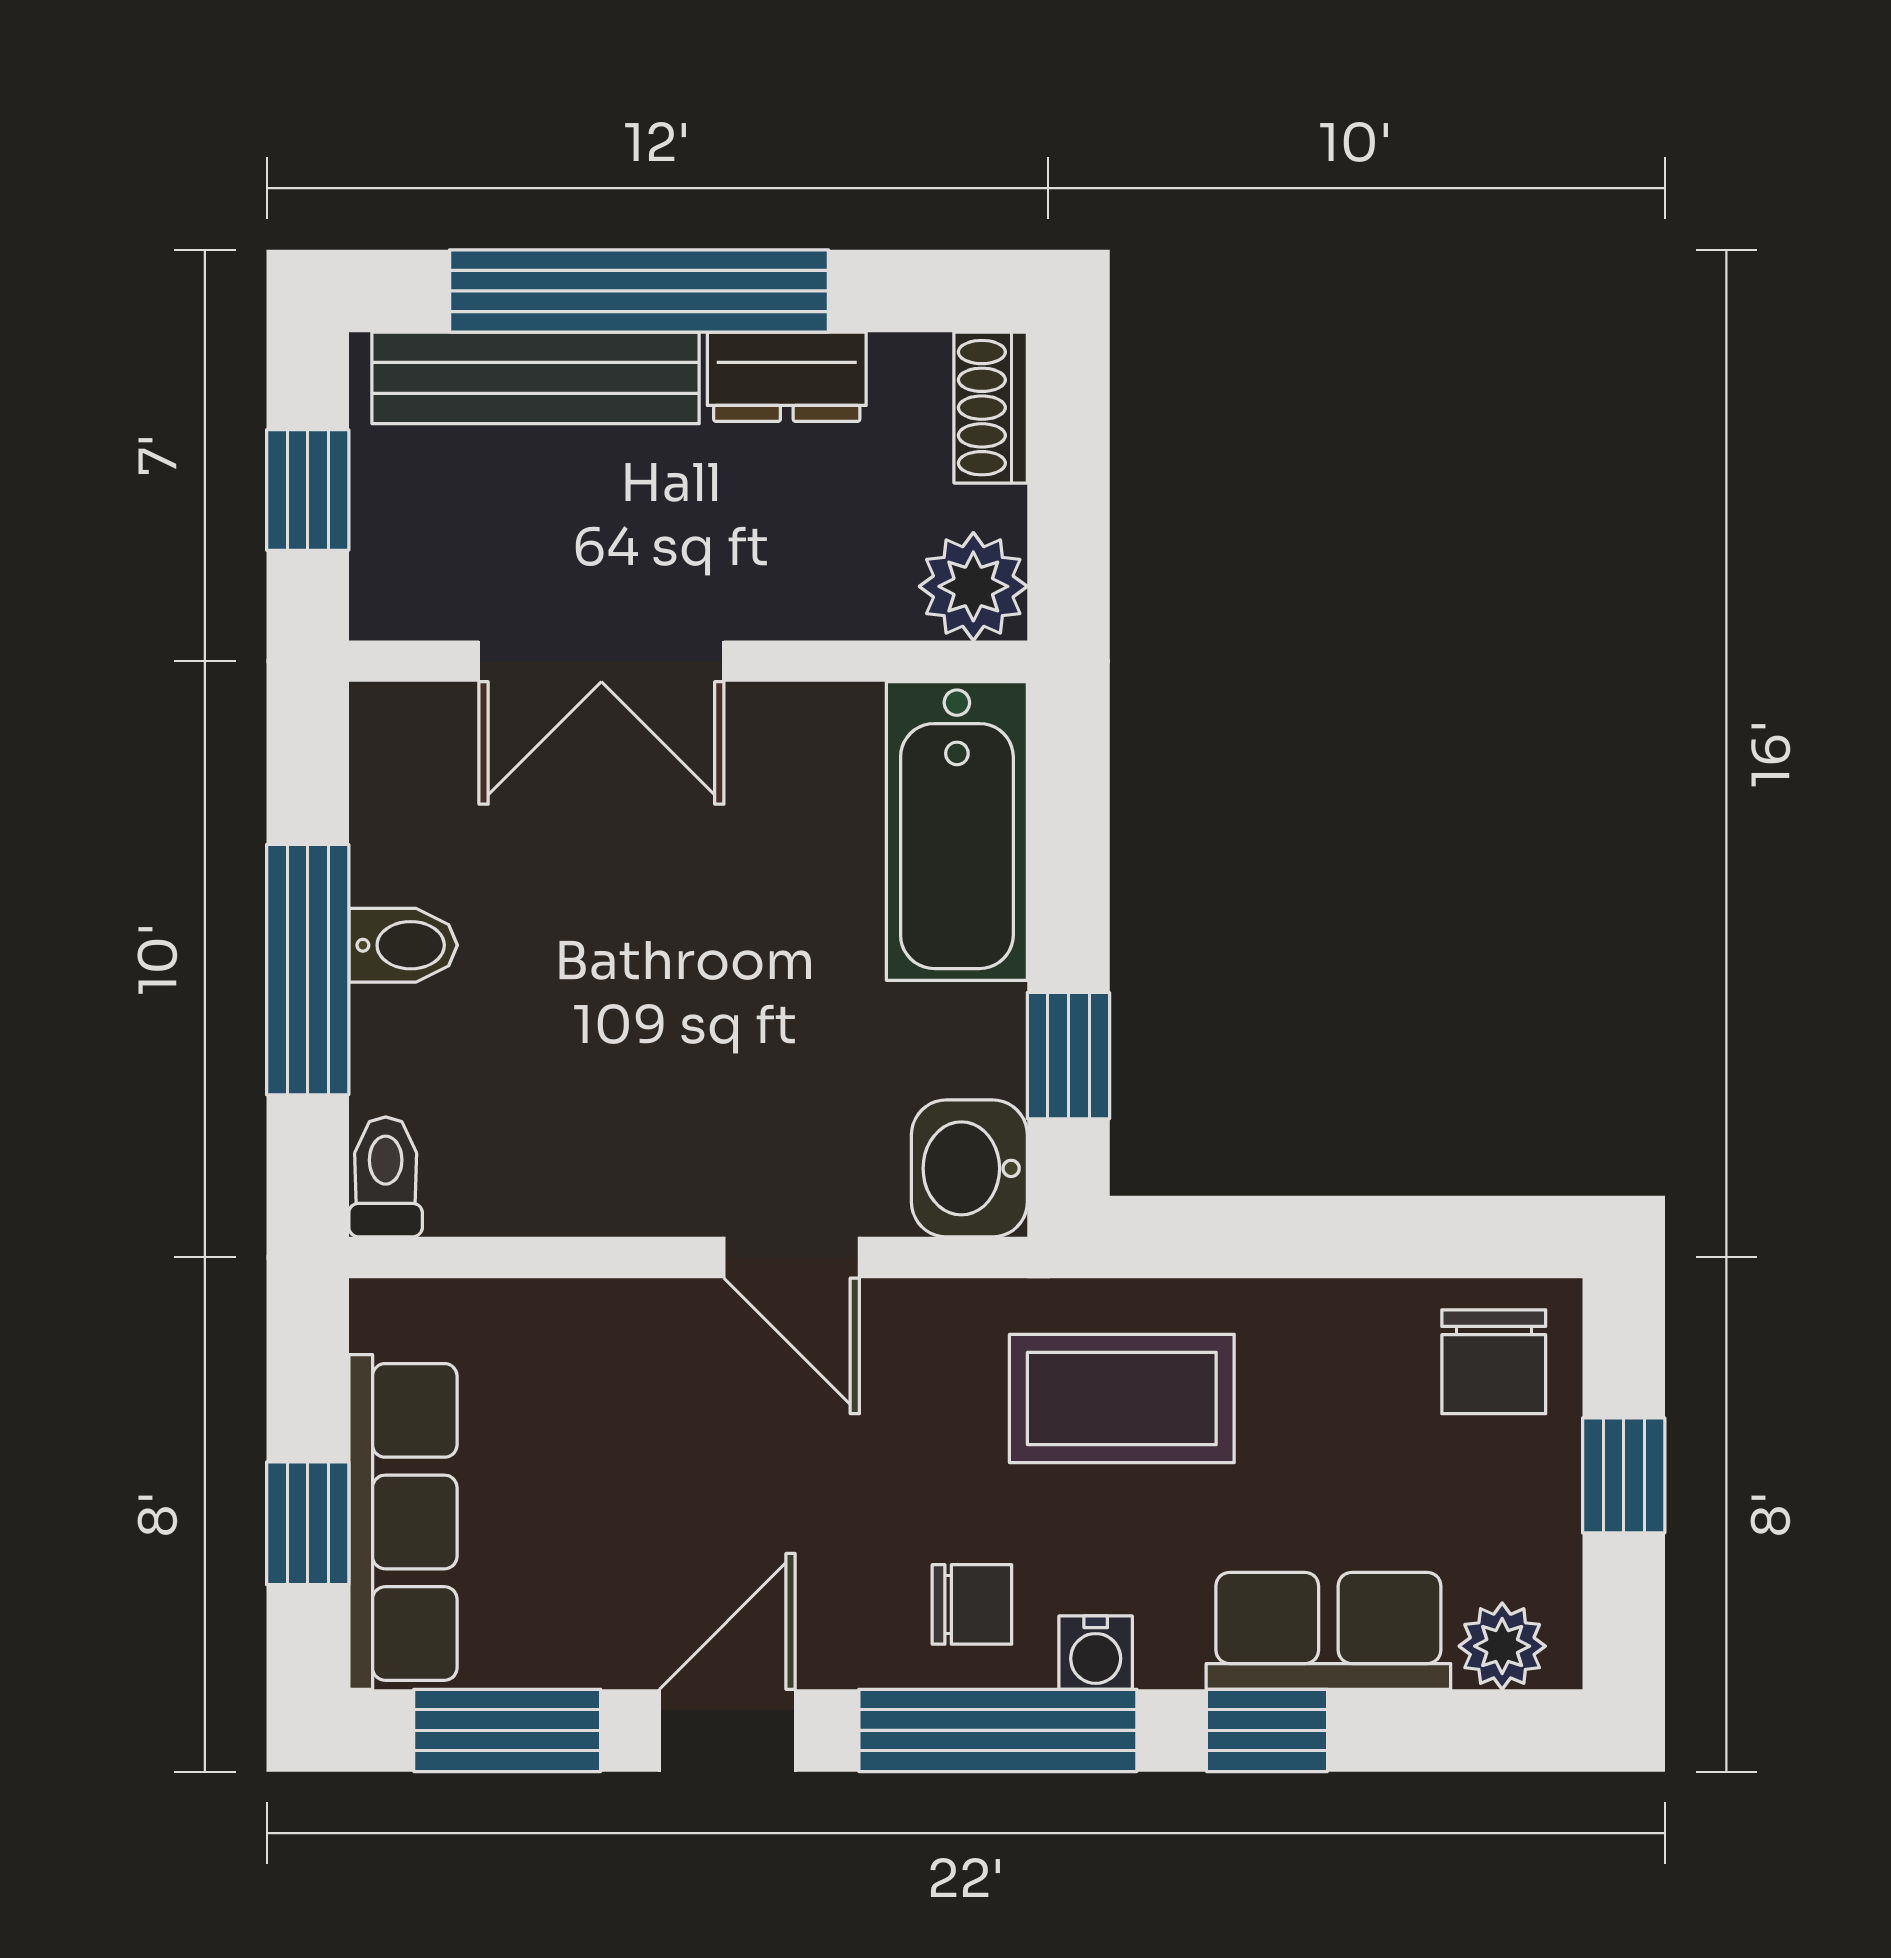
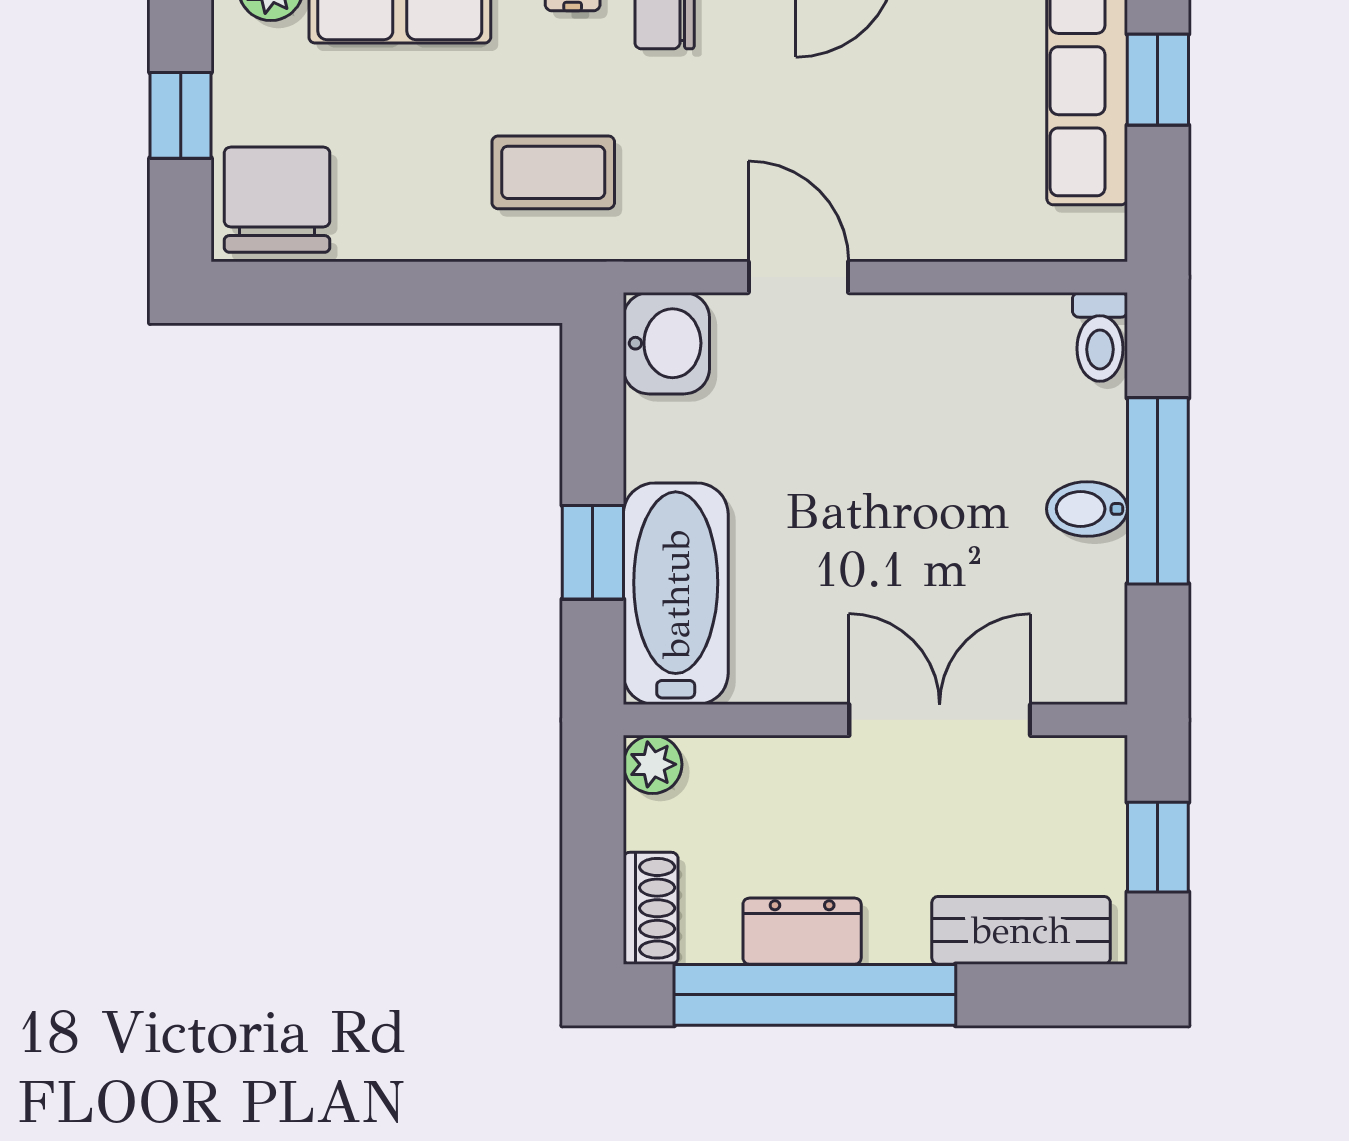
window: (639, 291) -> (815, 995), moved
bench: (536, 378) -> (1021, 930), width x0.73
plant: (973, 586) -> (653, 764), width x0.73, depth x0.73
window: (1068, 1056) -> (593, 552), moved
chair: (1494, 1362) -> (277, 200), width x1.37, depth x1.37
coffee table: (1122, 1399) -> (553, 172), width x0.73, depth x0.77

